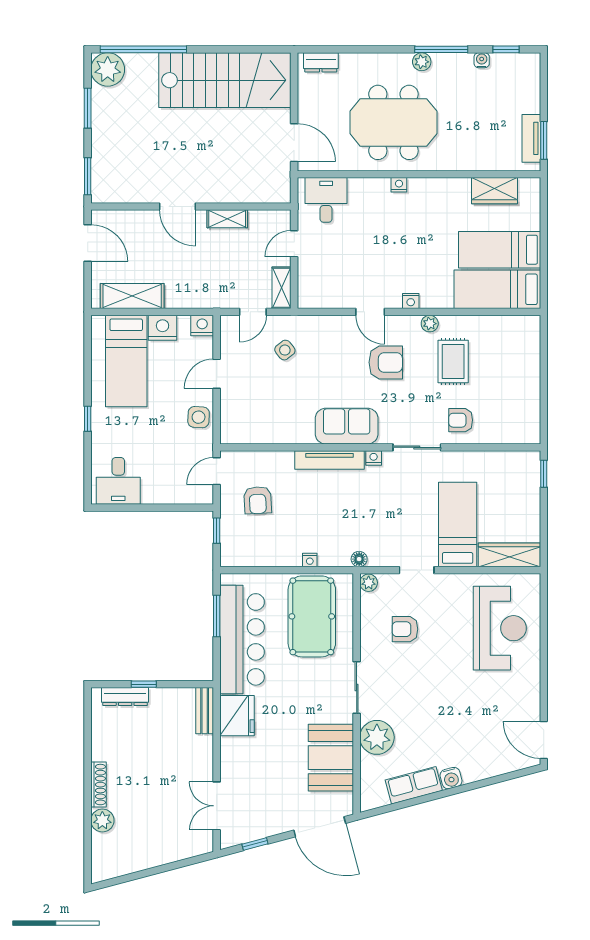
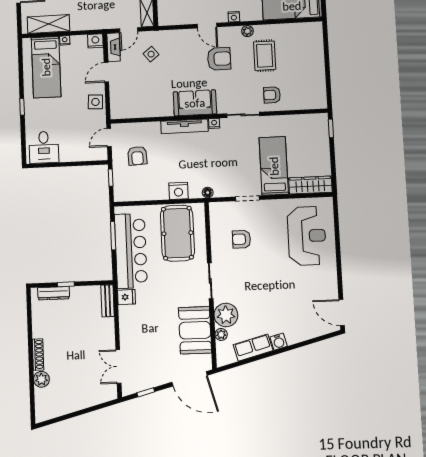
nightstand: (163, 328) -> (65, 40), width x0.53, depth x0.56
fireplace: (229, 337) -> (114, 47), added
nightstand: (310, 560) -> (178, 191), width x1.89, depth x1.79
plant: (369, 583) -> (221, 334), moved
fridge: (237, 716) -> (126, 297), width x0.53, depth x0.75

